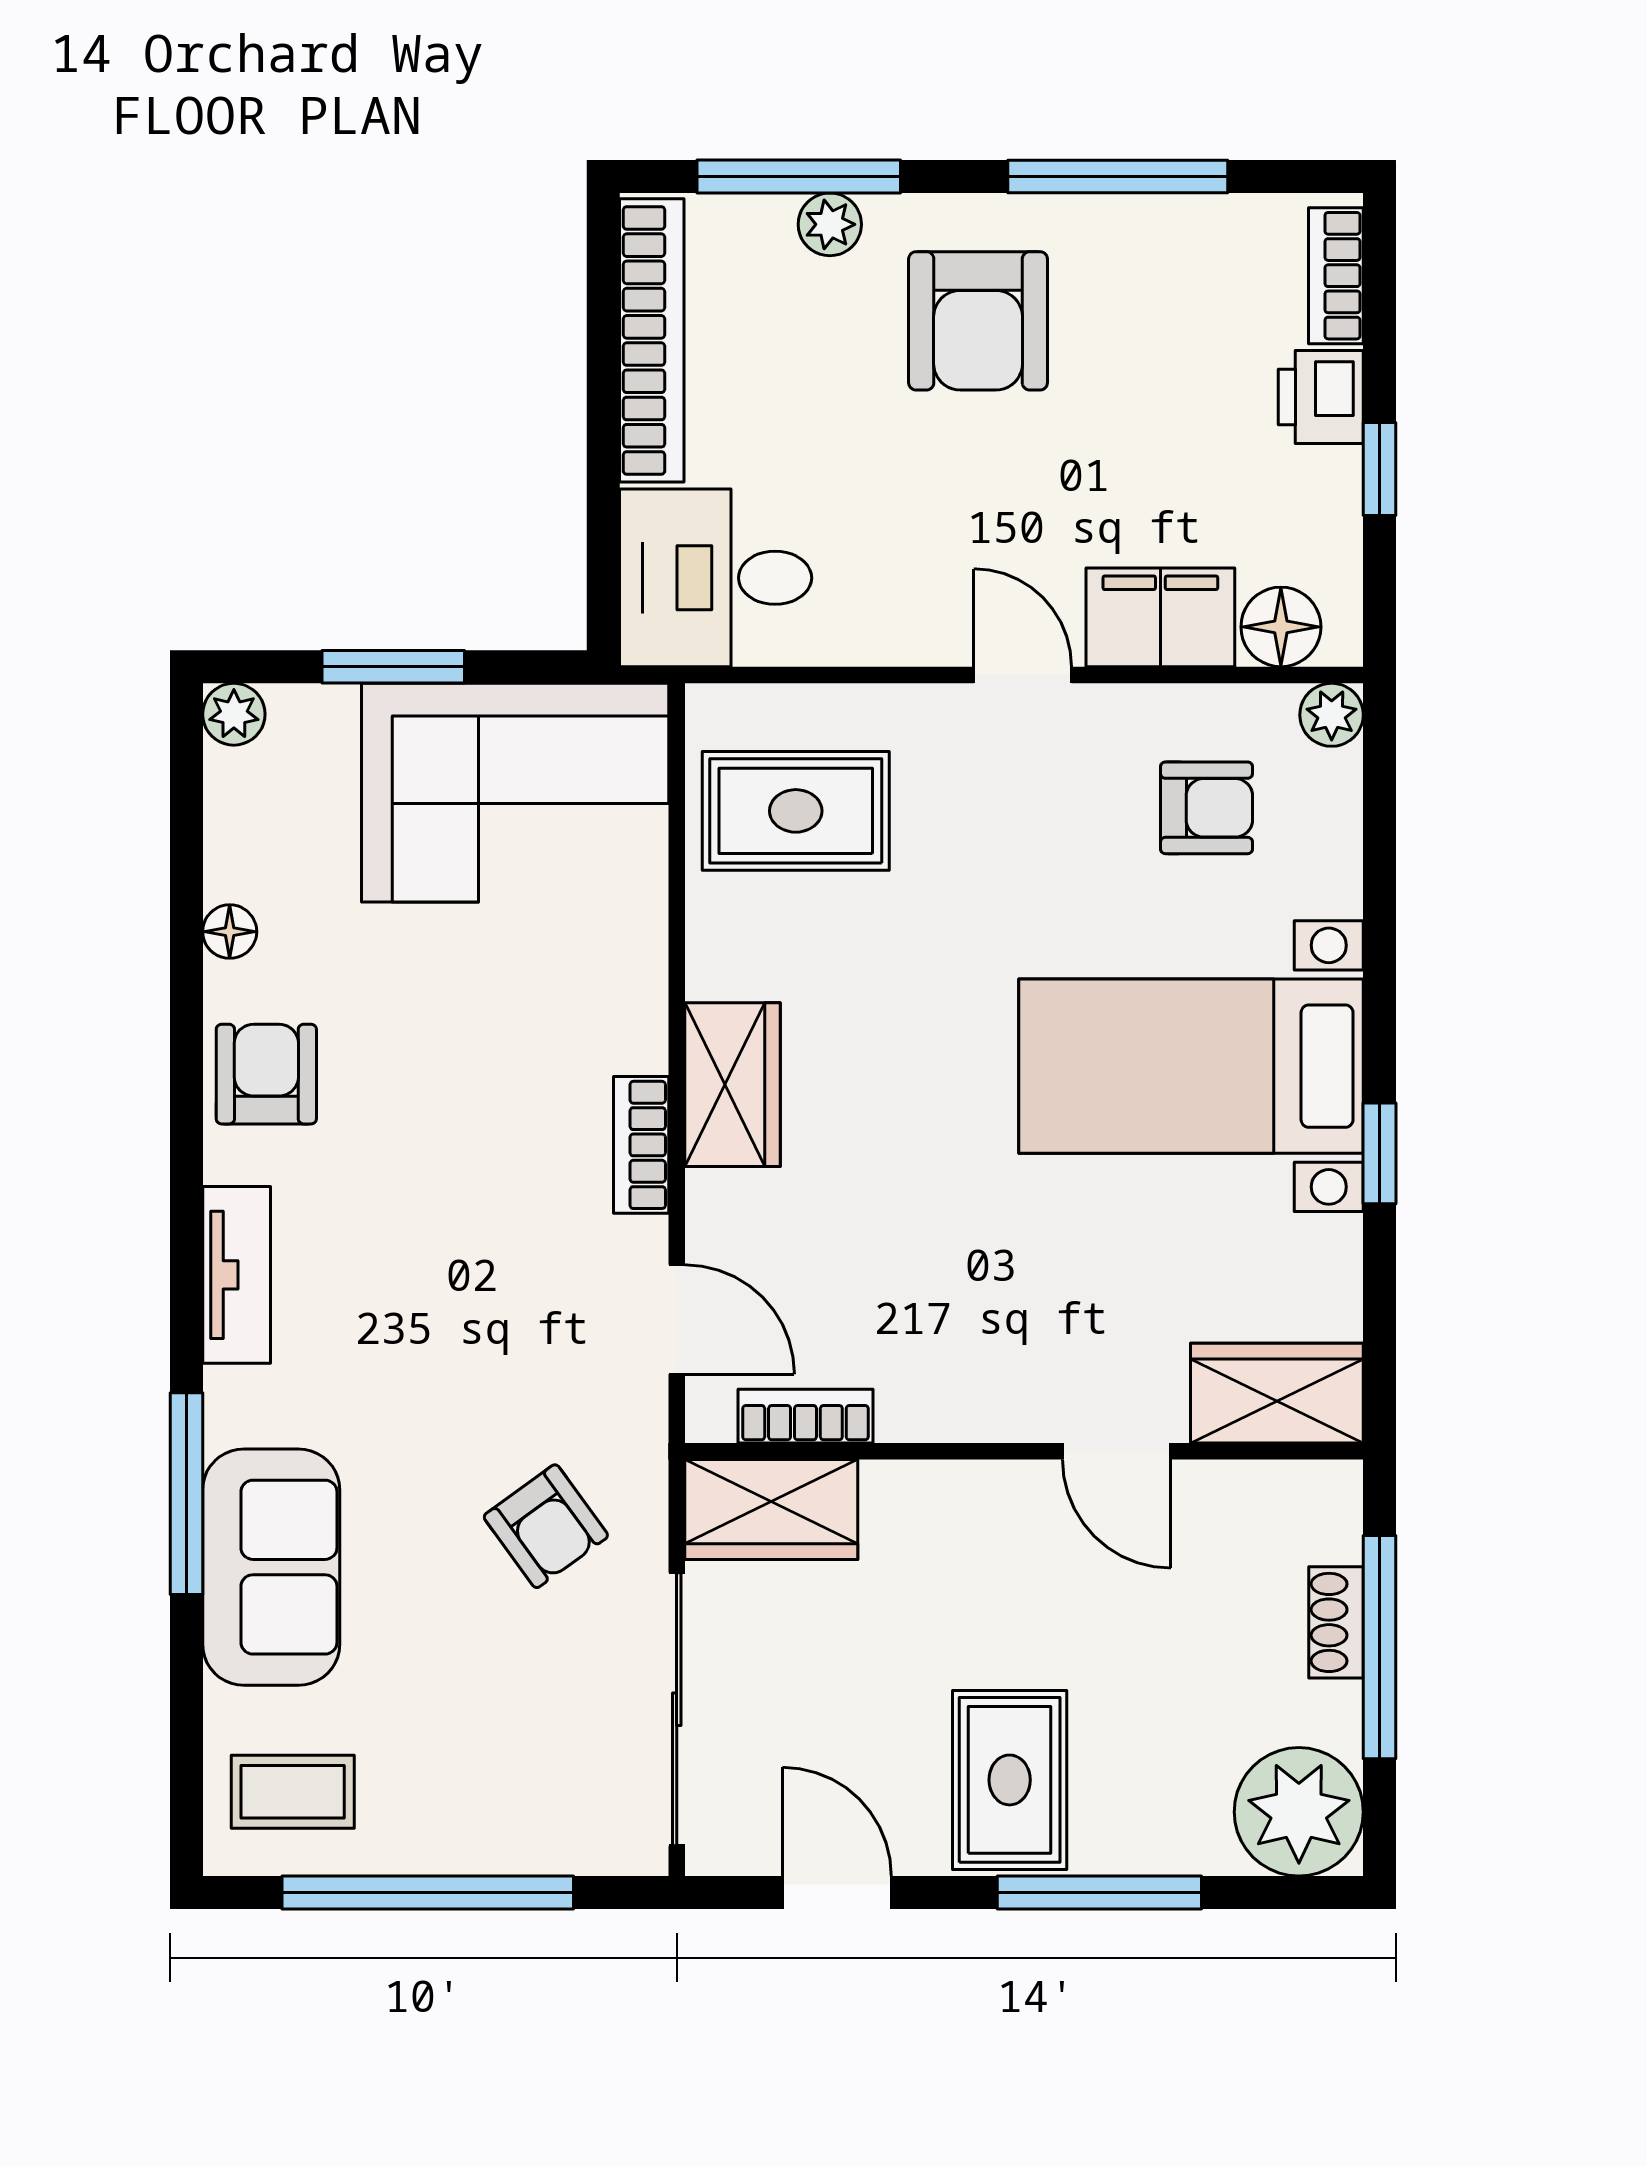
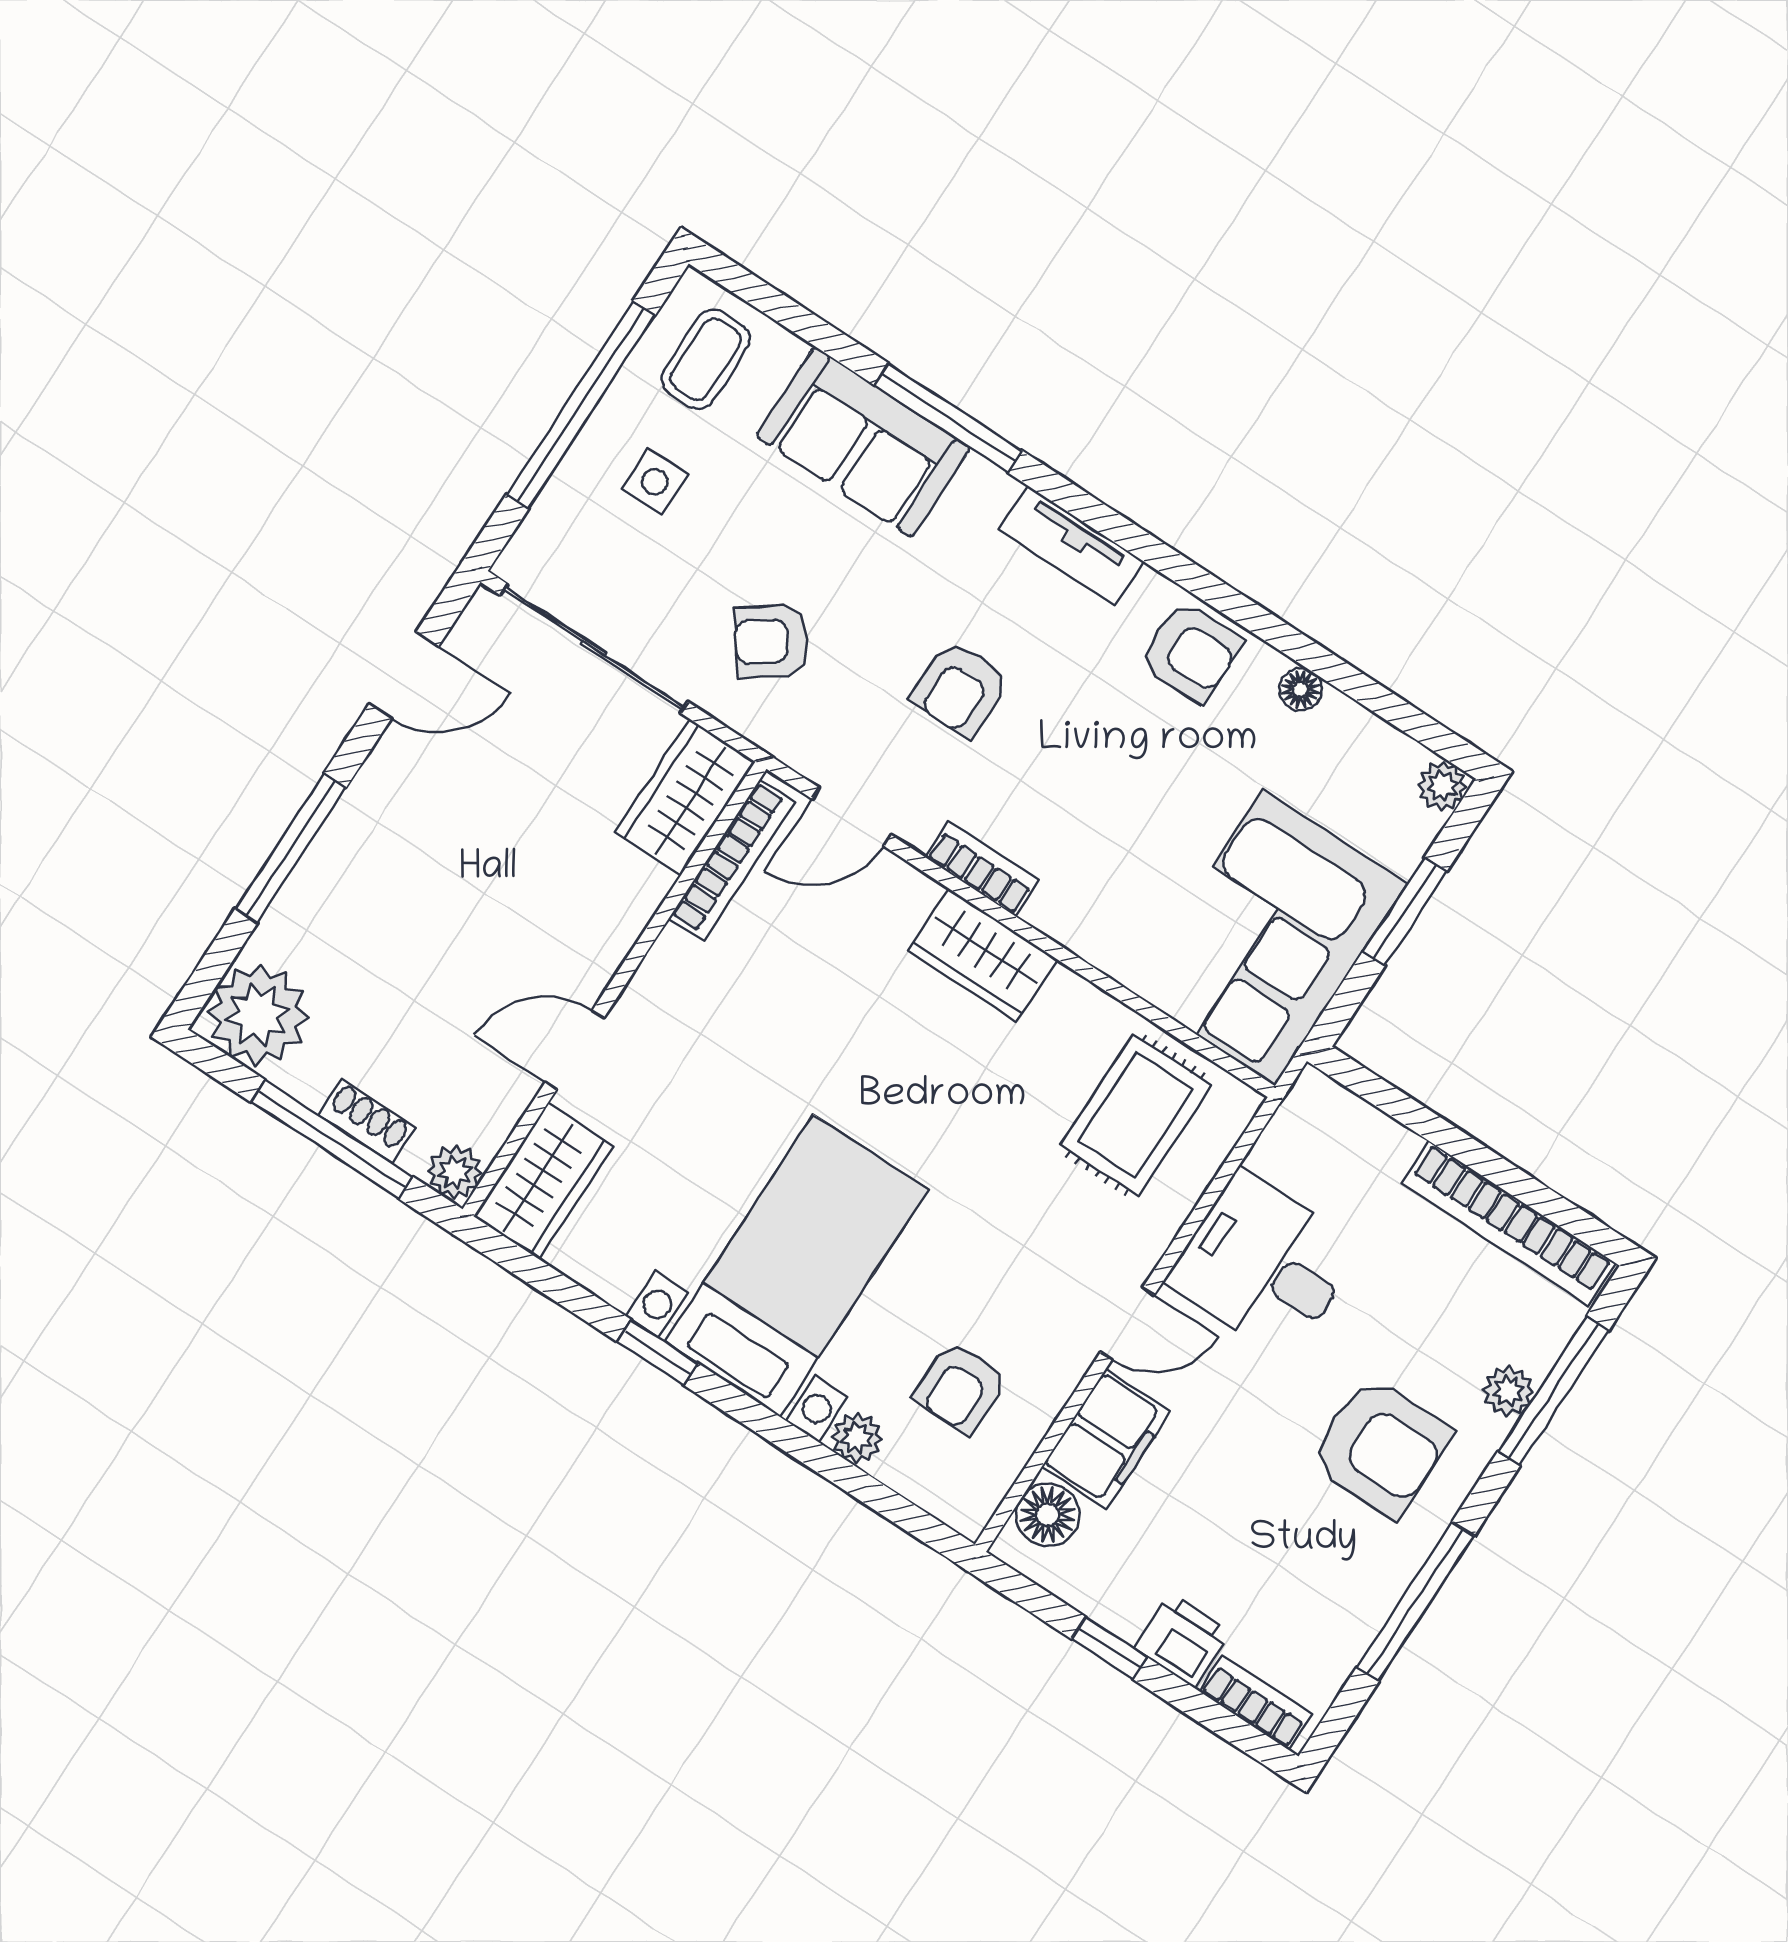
armchair: (978, 321) -> (1380, 1447), turned 180
desk: (716, 578) -> (1264, 1265), moved, turned -90
plant: (1332, 715) -> (857, 1438), moved
armchair: (466, 1293) -> (960, 689), added
bookcase: (805, 1416) -> (732, 860), width x1.56
plant: (1329, 1494) -> (455, 1172), added
side table: (458, 1761) -> (655, 482), added
rug: (1010, 1780) -> (404, 838), removed

